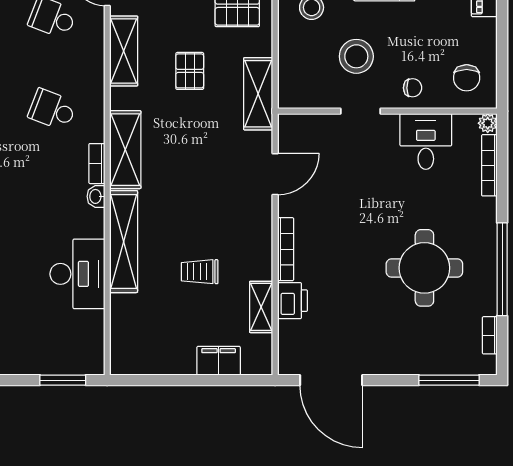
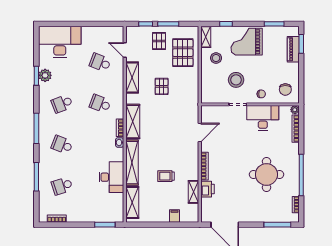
shelving: (258, 94) -> (132, 202), moved
desk: (426, 141) -> (263, 118), width x1.37
filing cabinet: (219, 361) -> (174, 216), width x0.50

